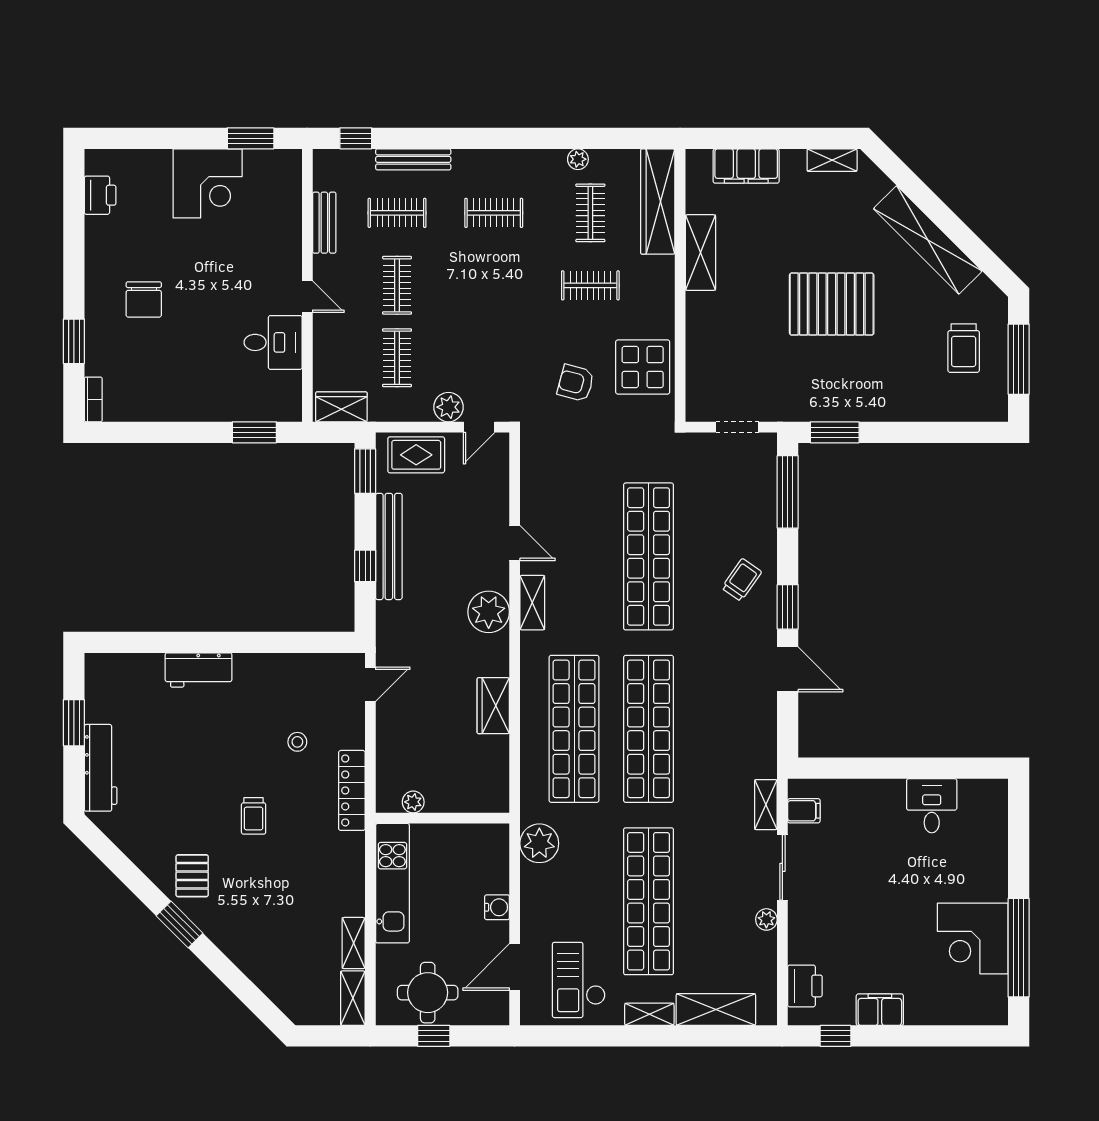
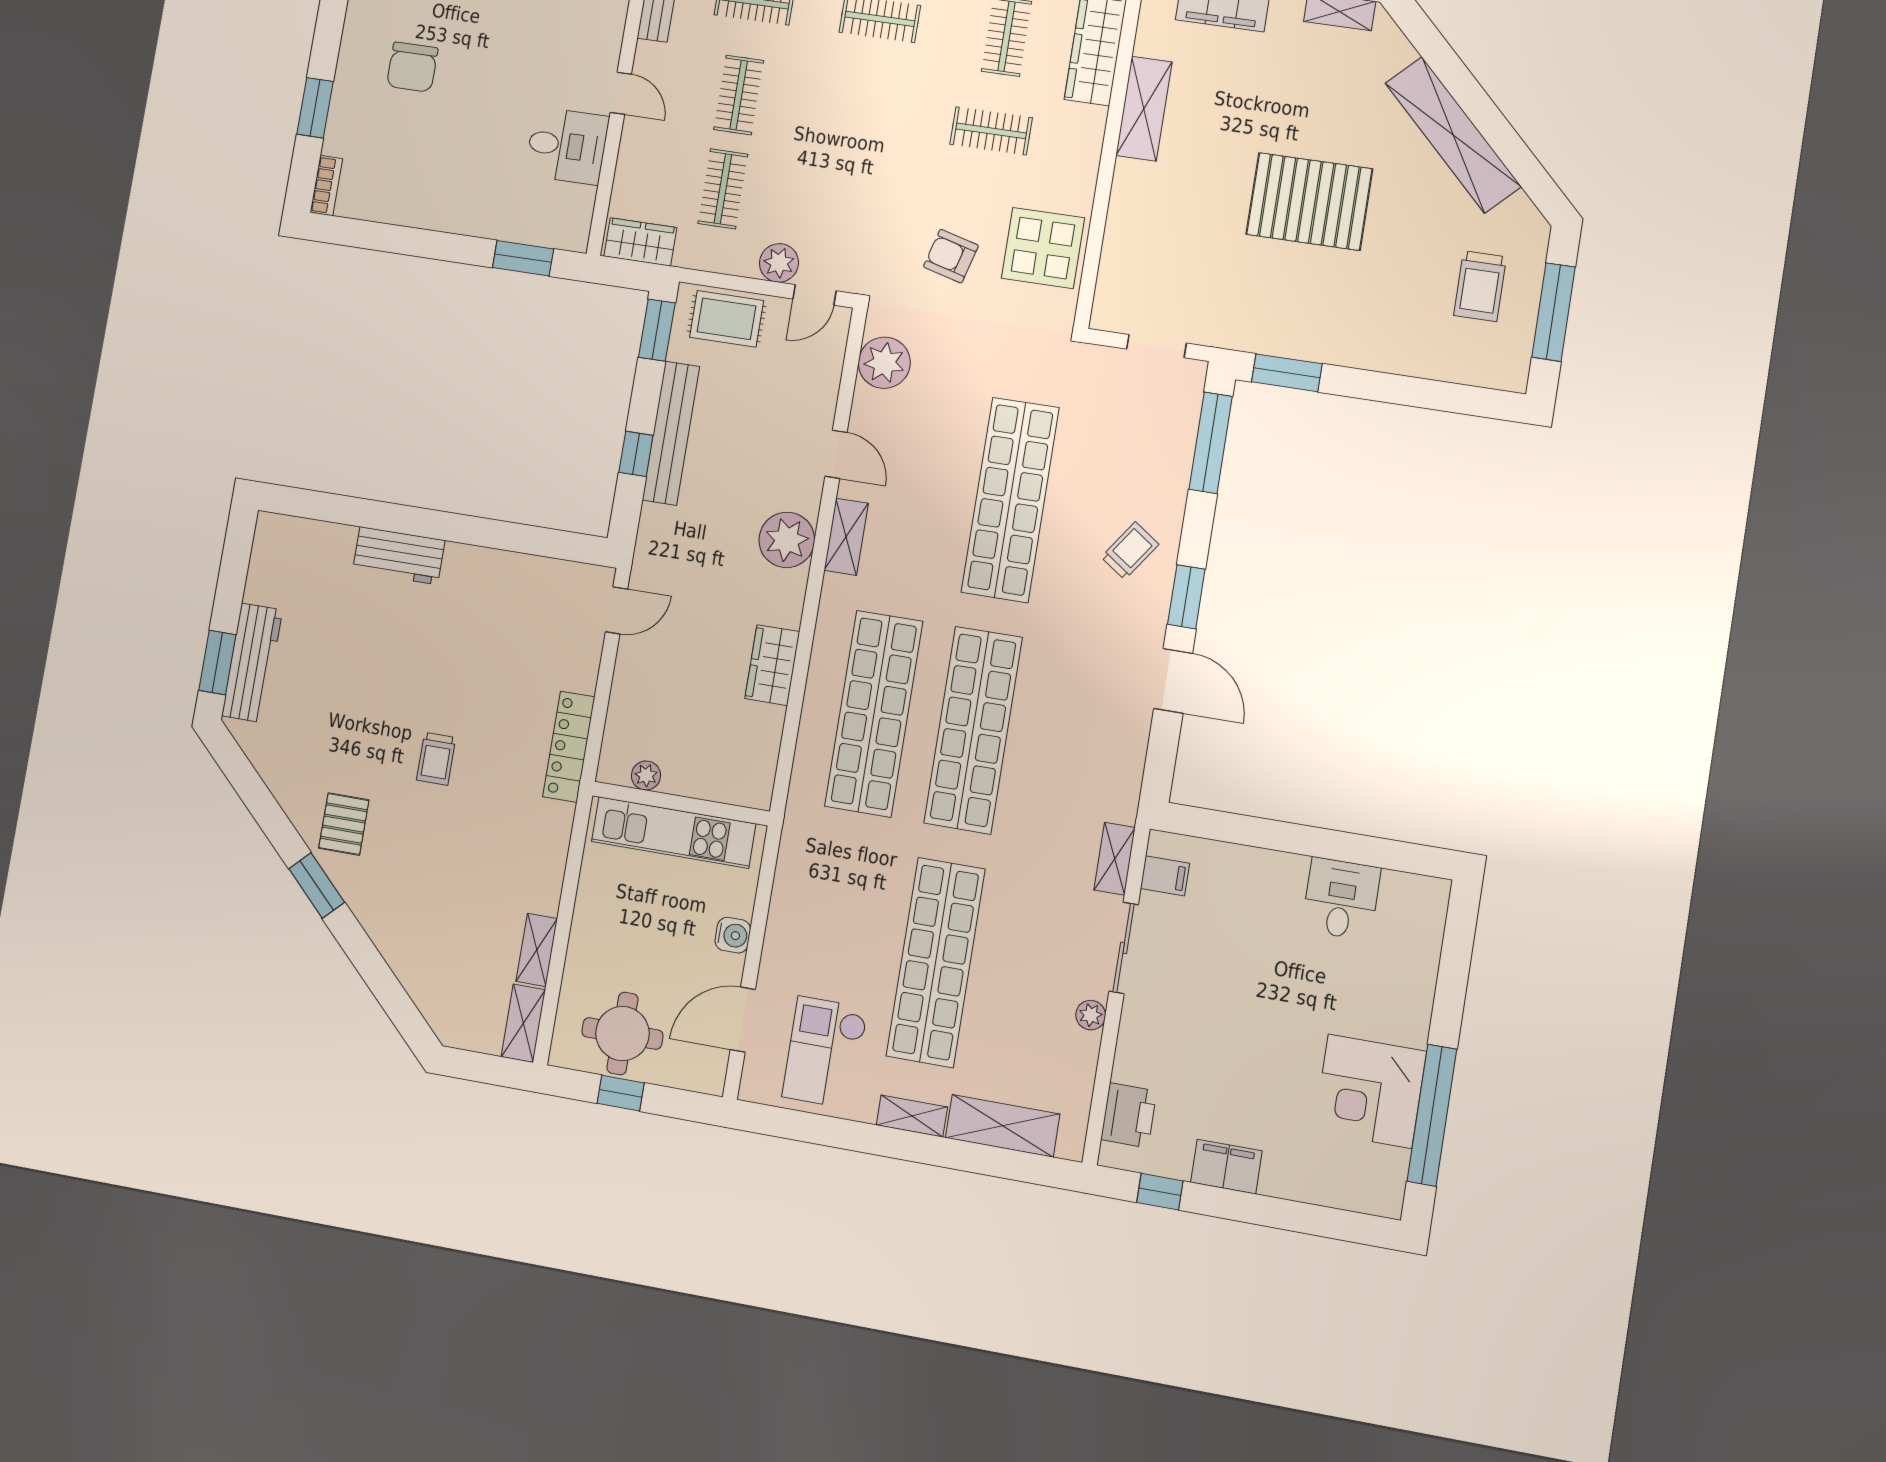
window: (74, 723) -> (217, 662), moved
stool: (297, 742) -> (509, 671), removed
plant: (539, 843) -> (884, 363), moved
kitchen unit: (392, 883) -> (674, 833), moved, turned 90

